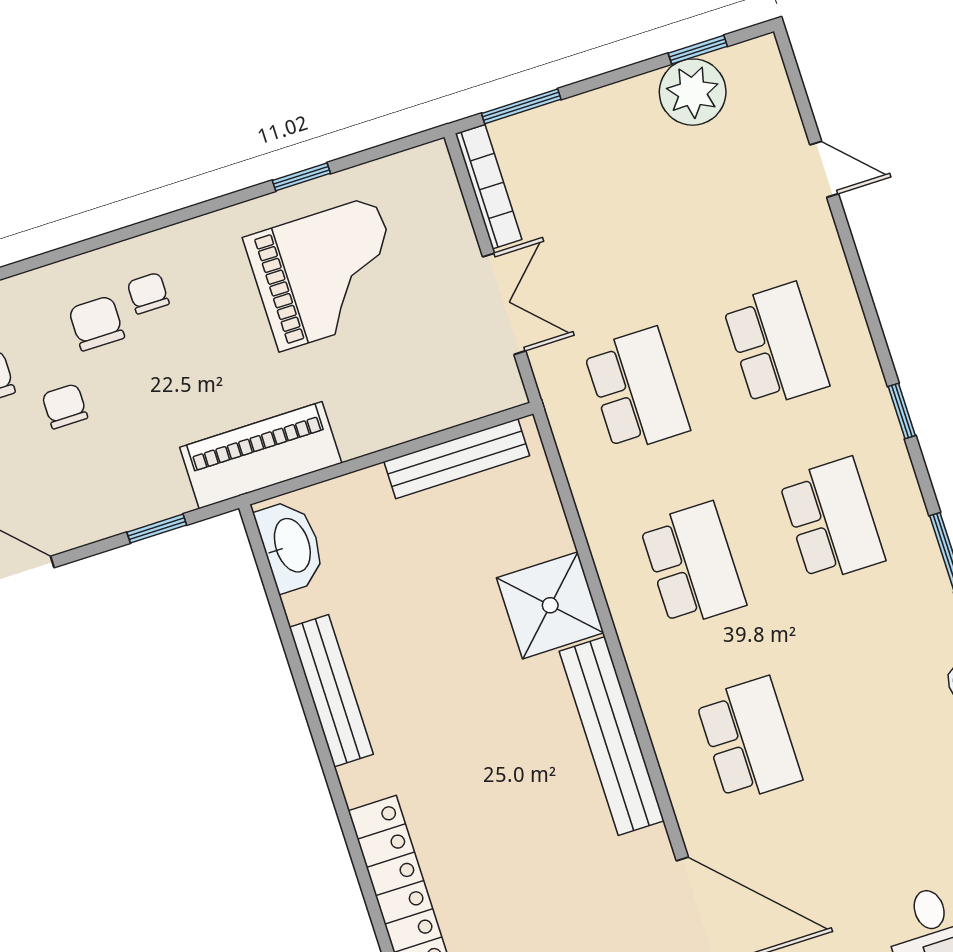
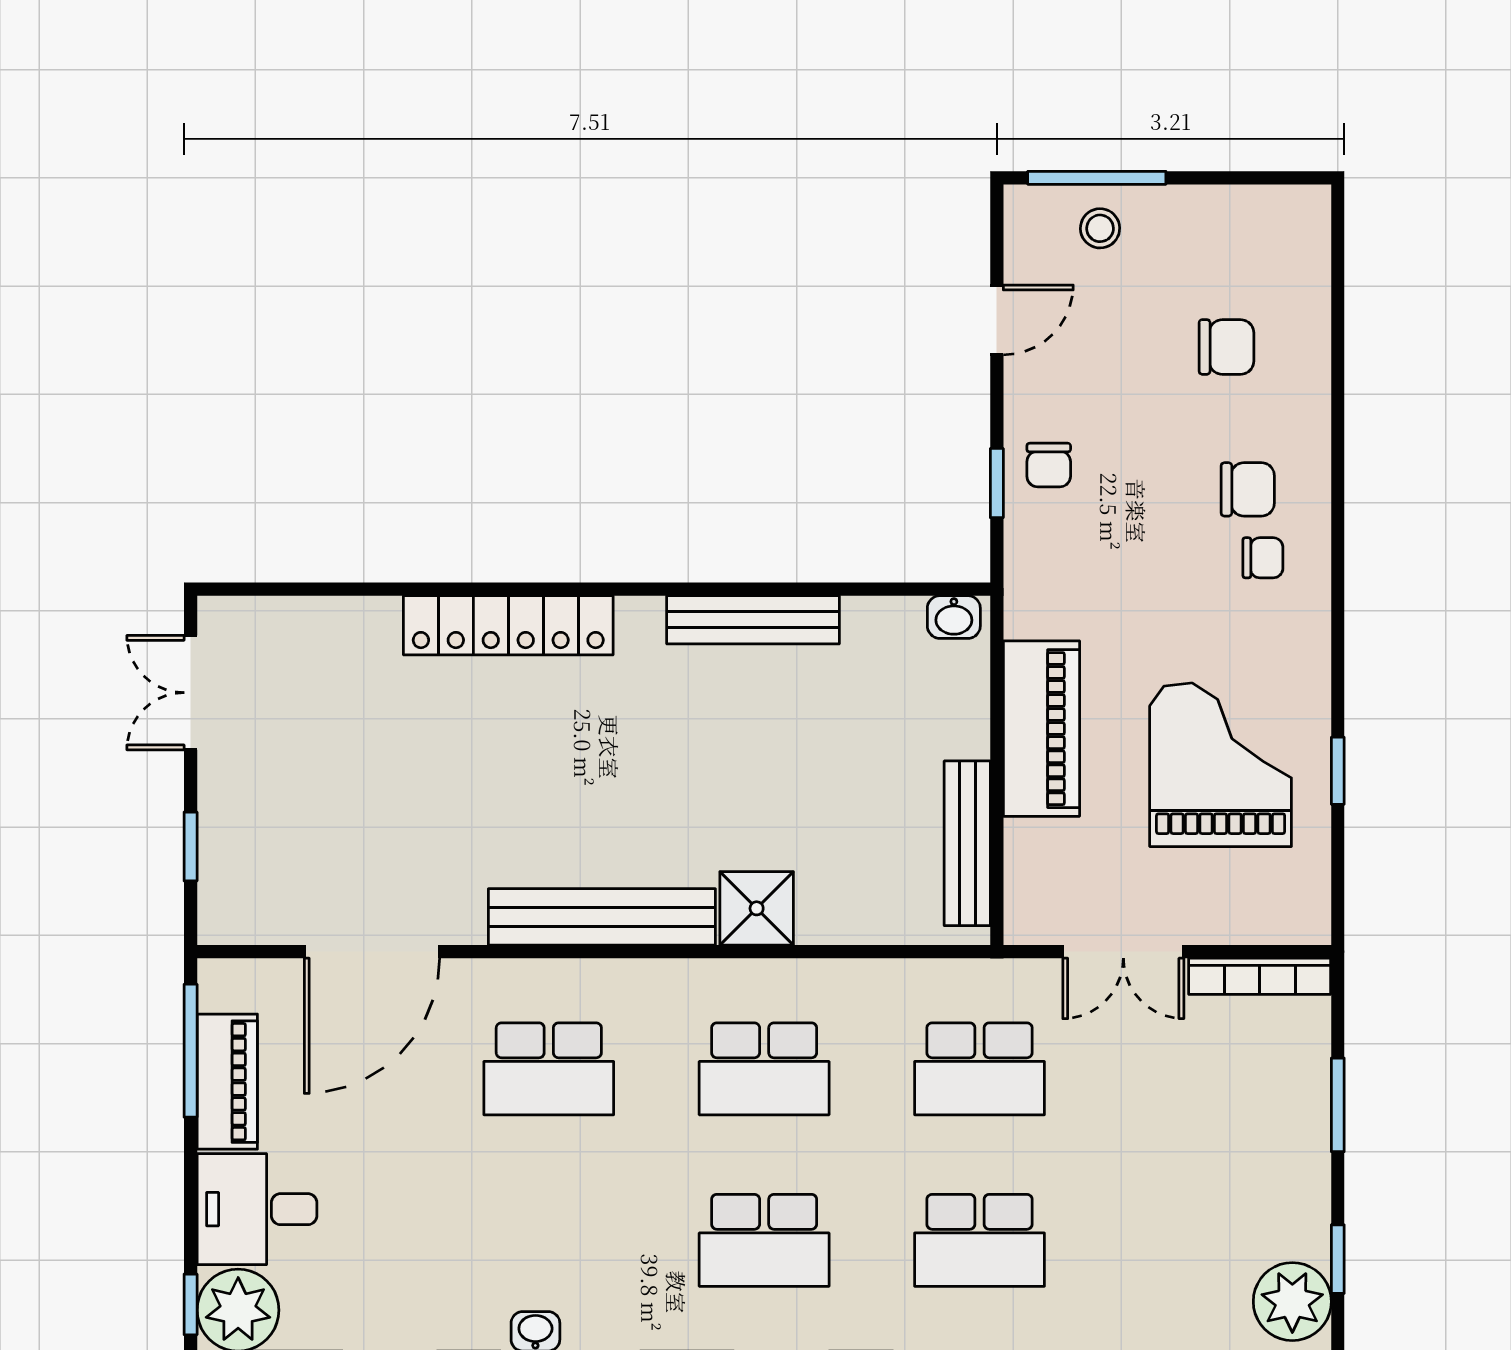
plant: (693, 92) -> (1292, 1302), moved
window: (521, 106) -> (1338, 1105), moved
grand piano: (327, 274) -> (1221, 765), turned 180
chair: (65, 406) -> (1049, 465), moved, turned 90
piano: (261, 455) -> (1041, 729), moved
washbasin: (291, 546) -> (954, 617), width x0.52, depth x0.69
shower: (550, 605) -> (757, 908), width x0.73, depth x0.73

